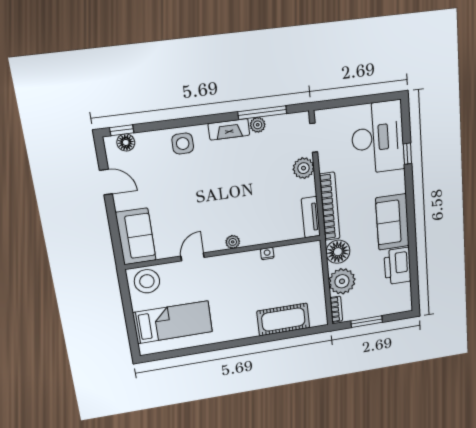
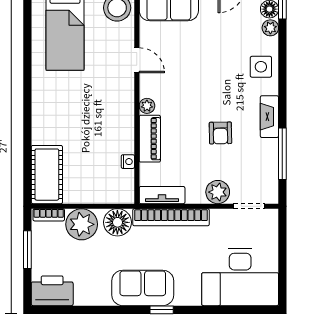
plant: (258, 125) -> (270, 28), moved
window: (407, 154) -> (162, 310), moved
armchair: (250, 173) -> (220, 133), added
piano: (262, 235) -> (150, 139), added
nightstand: (267, 254) -> (128, 162), moved
printer: (397, 266) -> (52, 291), moved
cot: (283, 319) -> (47, 175), moved

